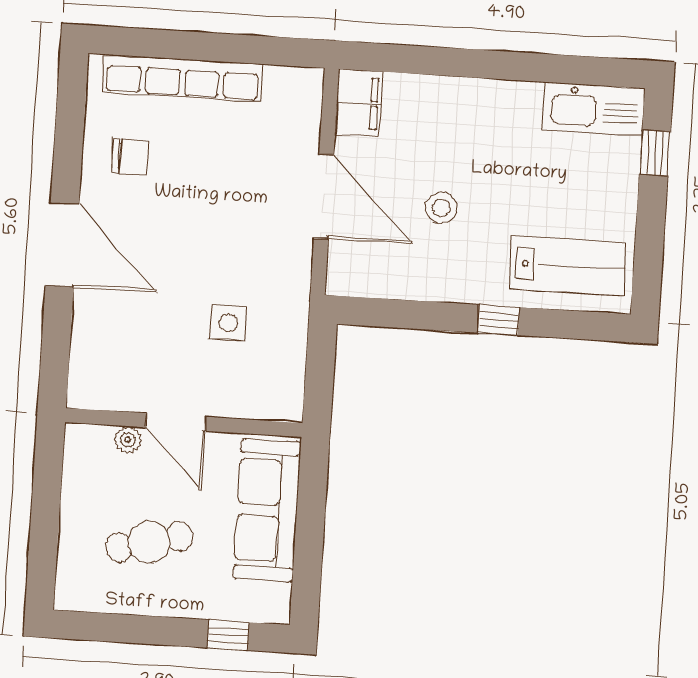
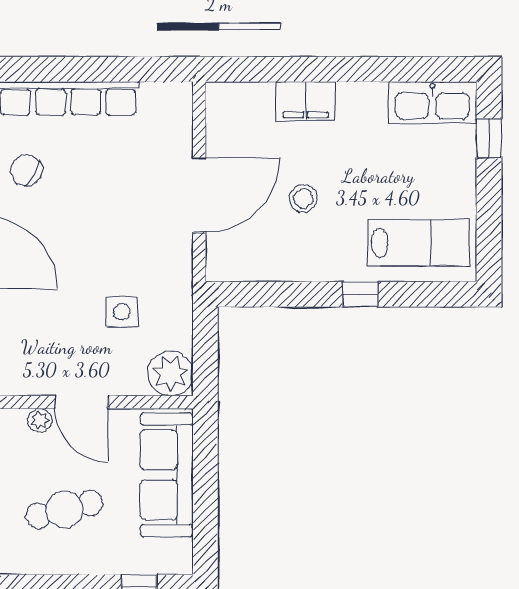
filing cabinet: (359, 103) -> (306, 101), moved, turned 90
chair: (130, 156) -> (26, 170), turned -150
door: (324, 196) -> (199, 195), hinge flipped
plant: (279, 396) -> (170, 373), added

